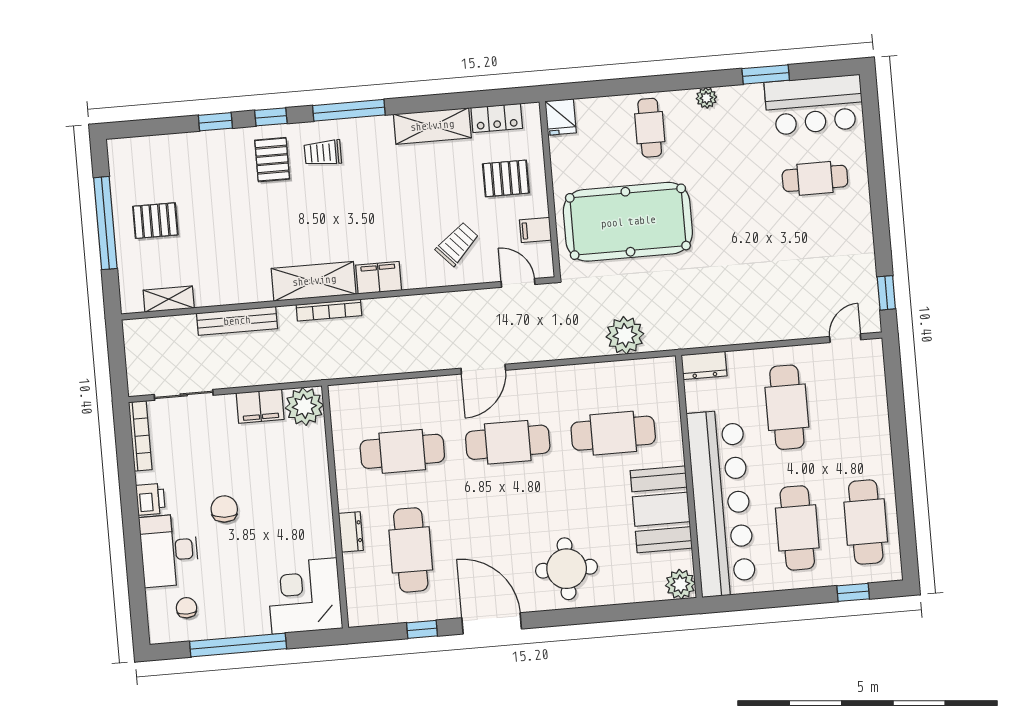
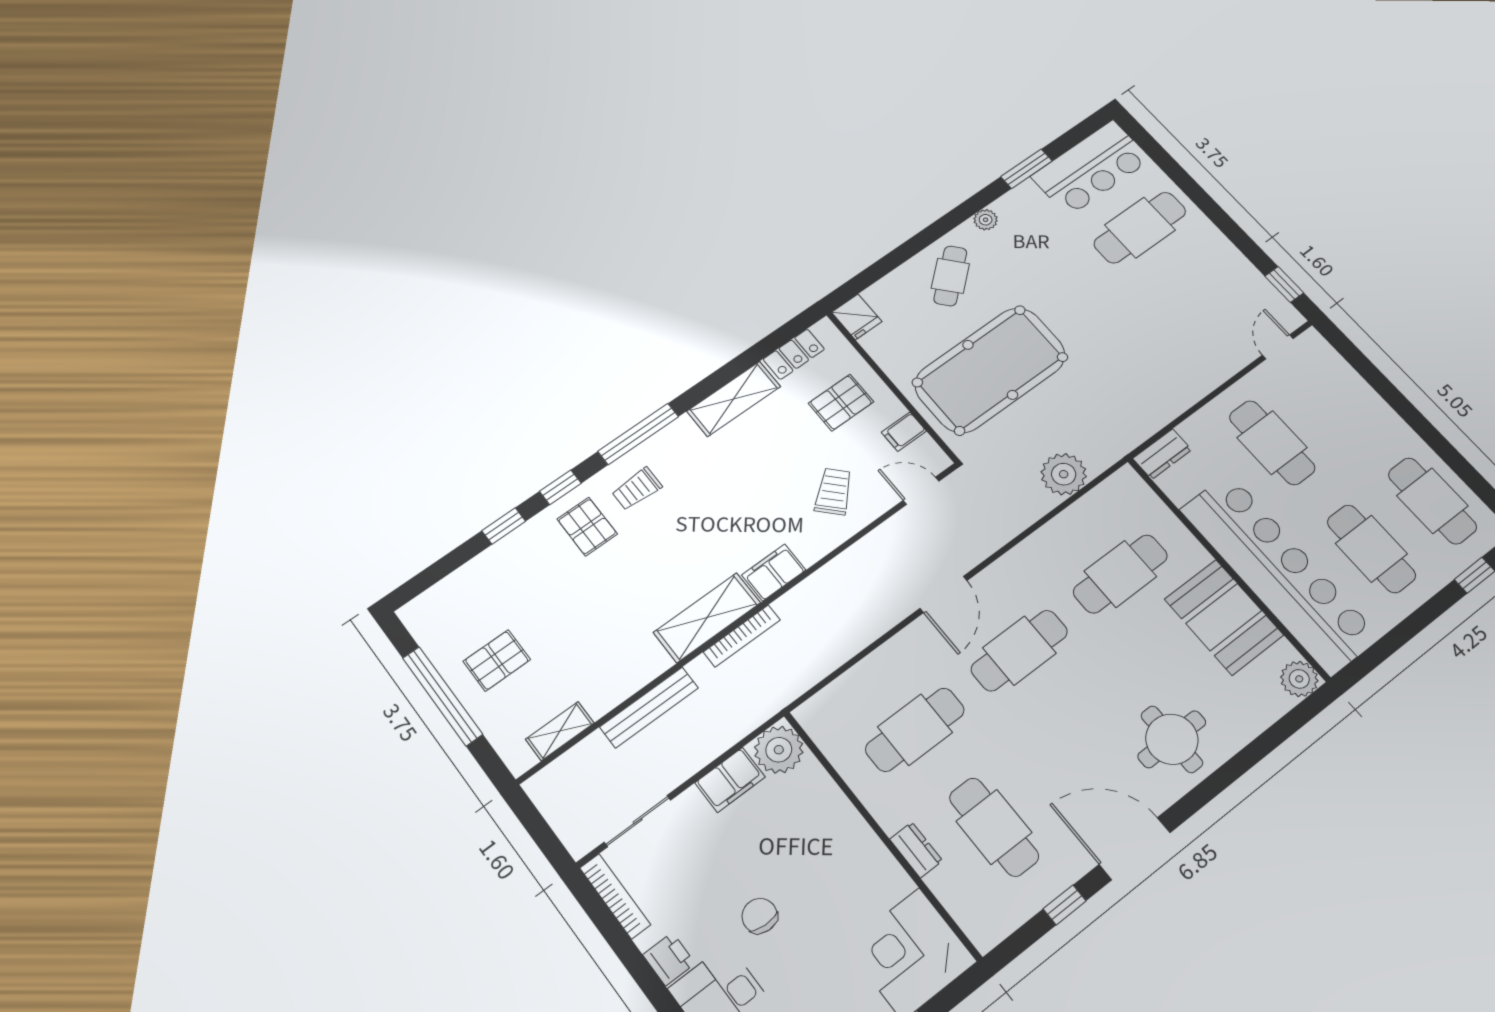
cafe table: (650, 128) -> (950, 276), turned 49
cafe table: (815, 178) -> (1140, 228), width x1.37, depth x1.35

